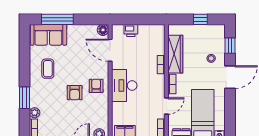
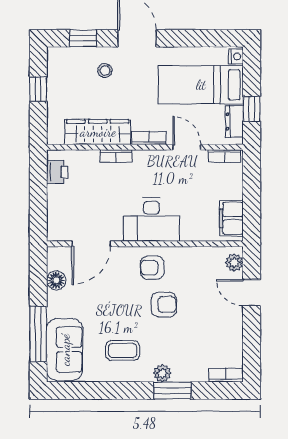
floor lamp: (103, 30) -> (56, 280), moved
printer: (131, 30) -> (57, 172), moved
plant: (35, 113) -> (162, 373), moved

